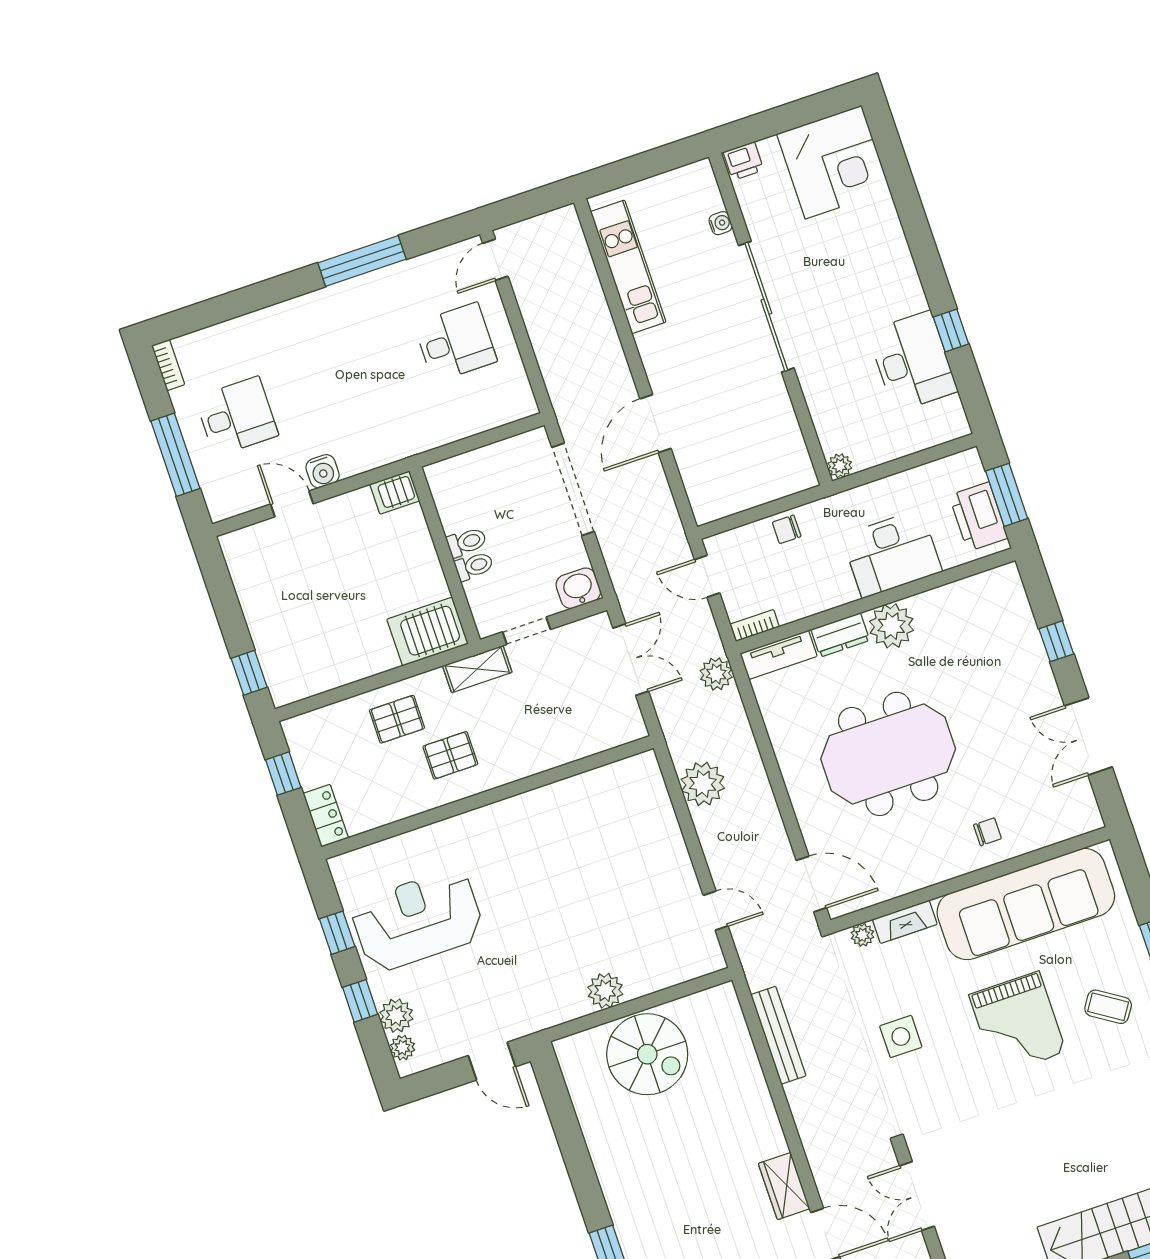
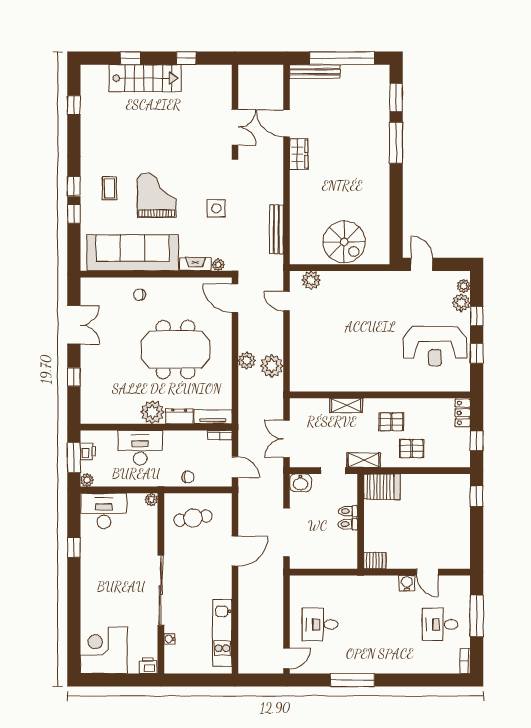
desk: (913, 361) -> (104, 511), moved, turned 90
cafe table: (752, 458) -> (193, 518), added
plant: (969, 462) -> (87, 480), added
printer: (978, 517) -> (88, 451), width x0.53, depth x0.68
plant: (716, 674) -> (247, 361), moved
shelving: (543, 758) -> (346, 405), added
plant: (605, 991) -> (311, 280), moved
coffee table: (1108, 1007) -> (109, 188), turned 57
spiral stairs: (647, 1054) -> (344, 242), turned 180

